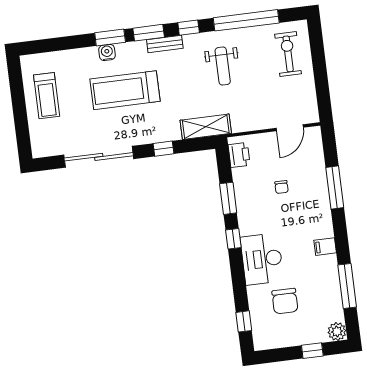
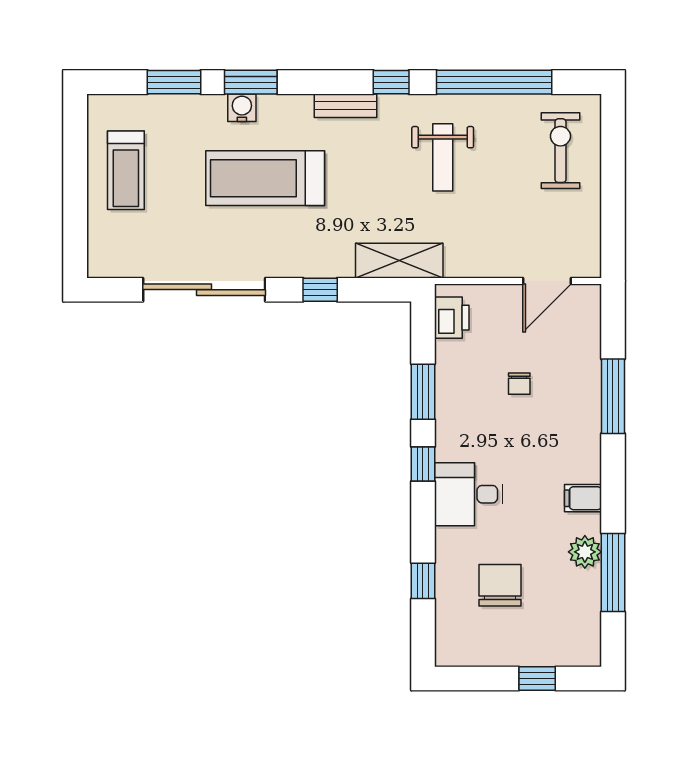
window: (149, 33) -> (174, 82), moved
desk: (262, 259) -> (469, 494), width x0.73
chair: (285, 301) -> (500, 585), turned 180
window: (244, 321) -> (423, 581), moved
plant: (337, 331) -> (585, 552), moved

